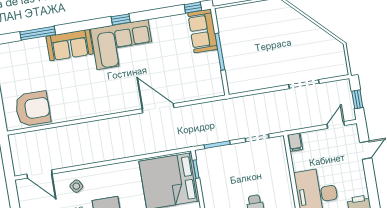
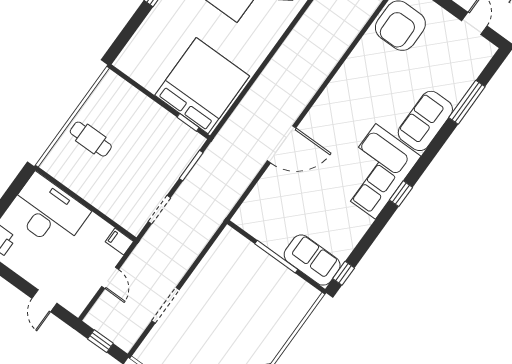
door: (336, 125) -> (110, 278), moved

